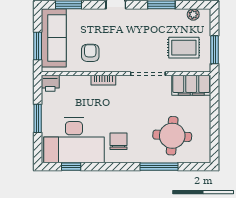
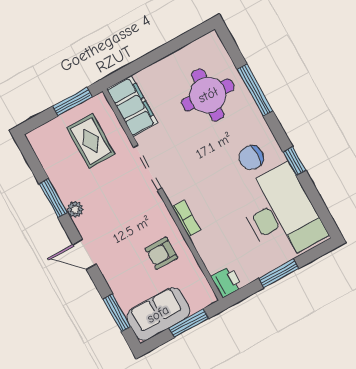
plant: (193, 14) -> (75, 209), moved
sofa: (54, 38) -> (158, 314), width x0.73
window: (71, 167) -> (294, 161), moved

